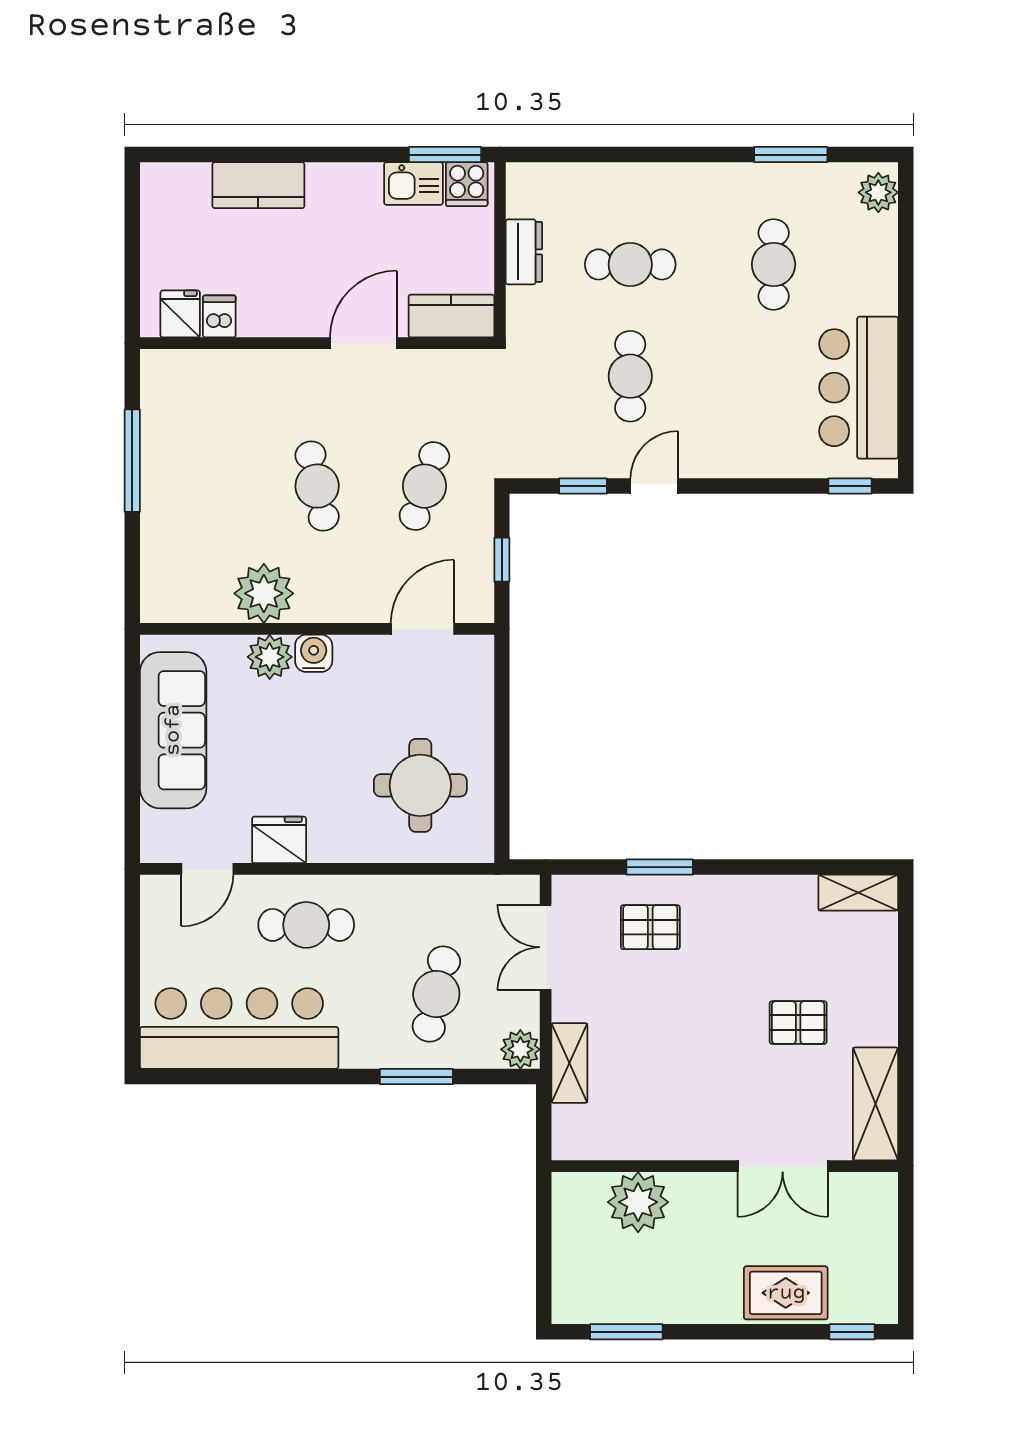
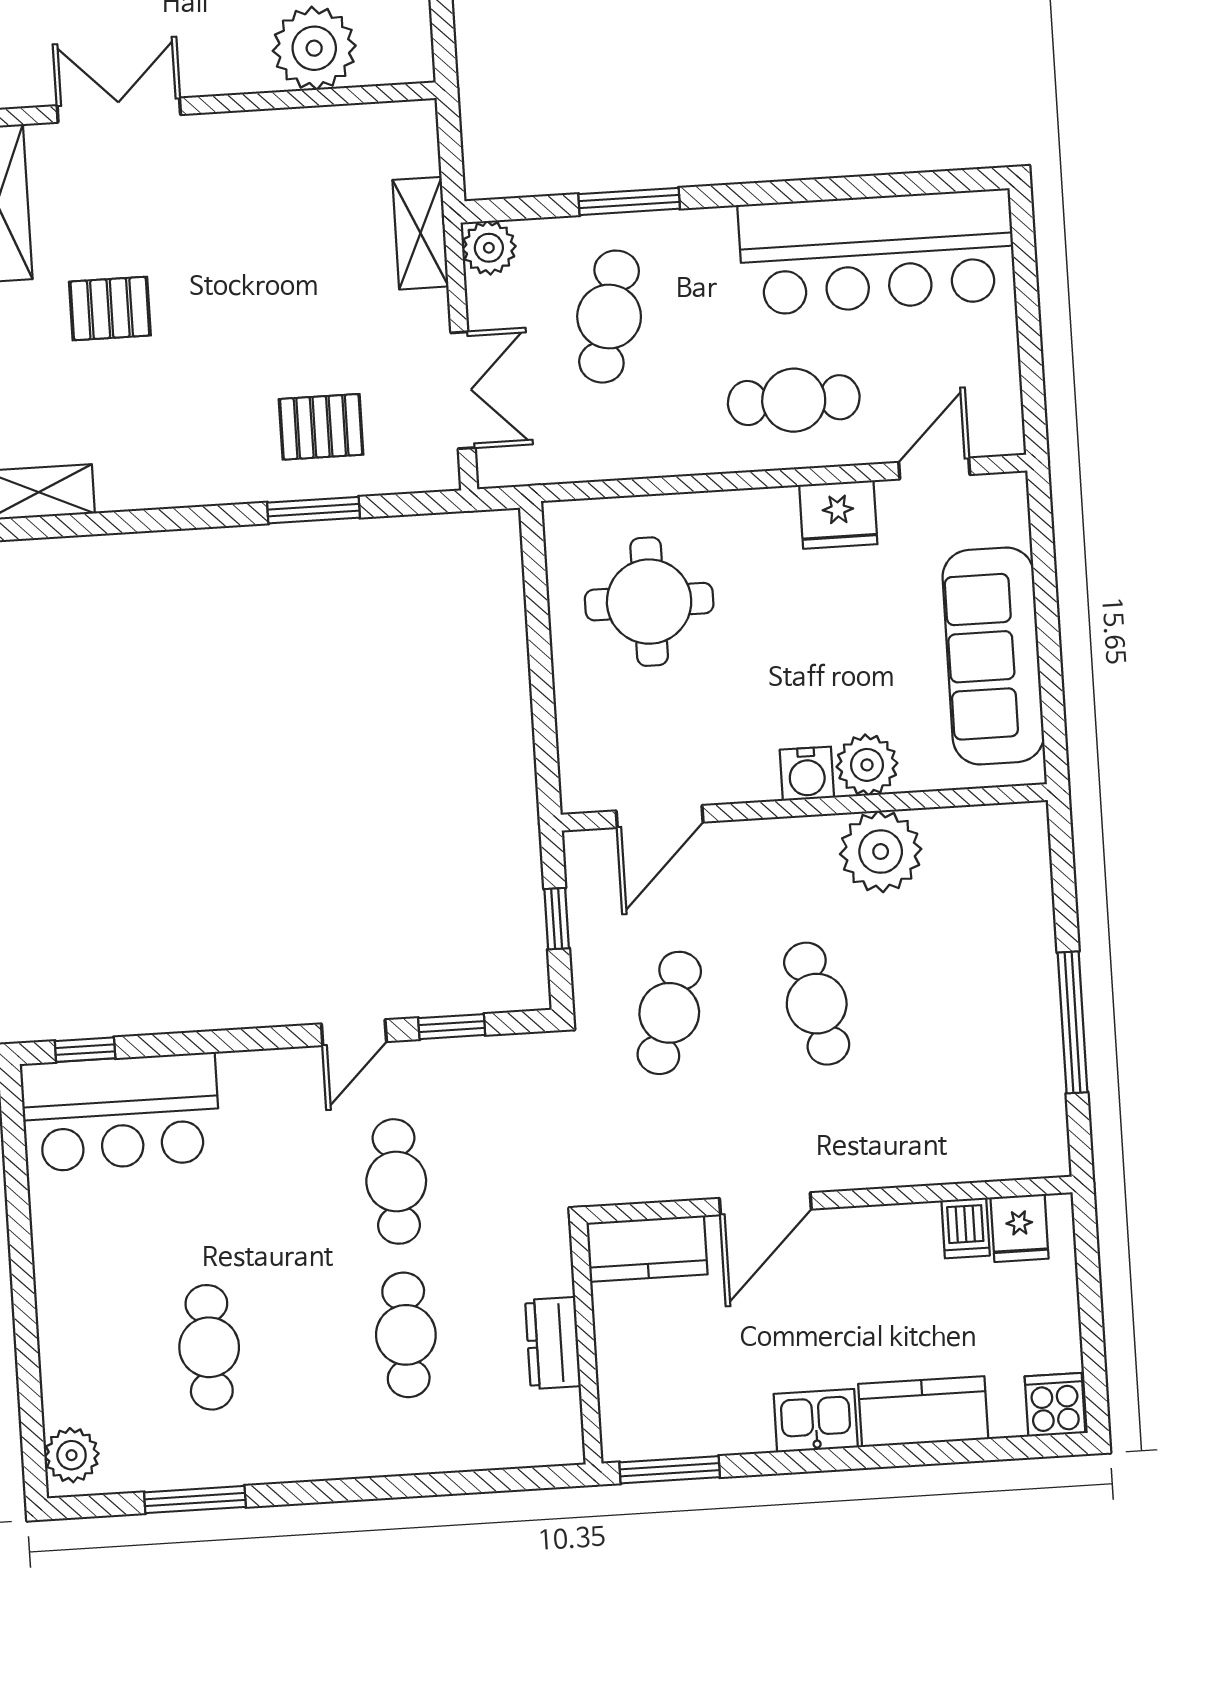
kitchen sink: (413, 184) -> (816, 1421), moved
cooker: (467, 184) -> (1055, 1405), moved
cafe table: (630, 264) -> (406, 1335), turned 90
bar counter: (859, 388) -> (121, 1112), moved, turned 90

